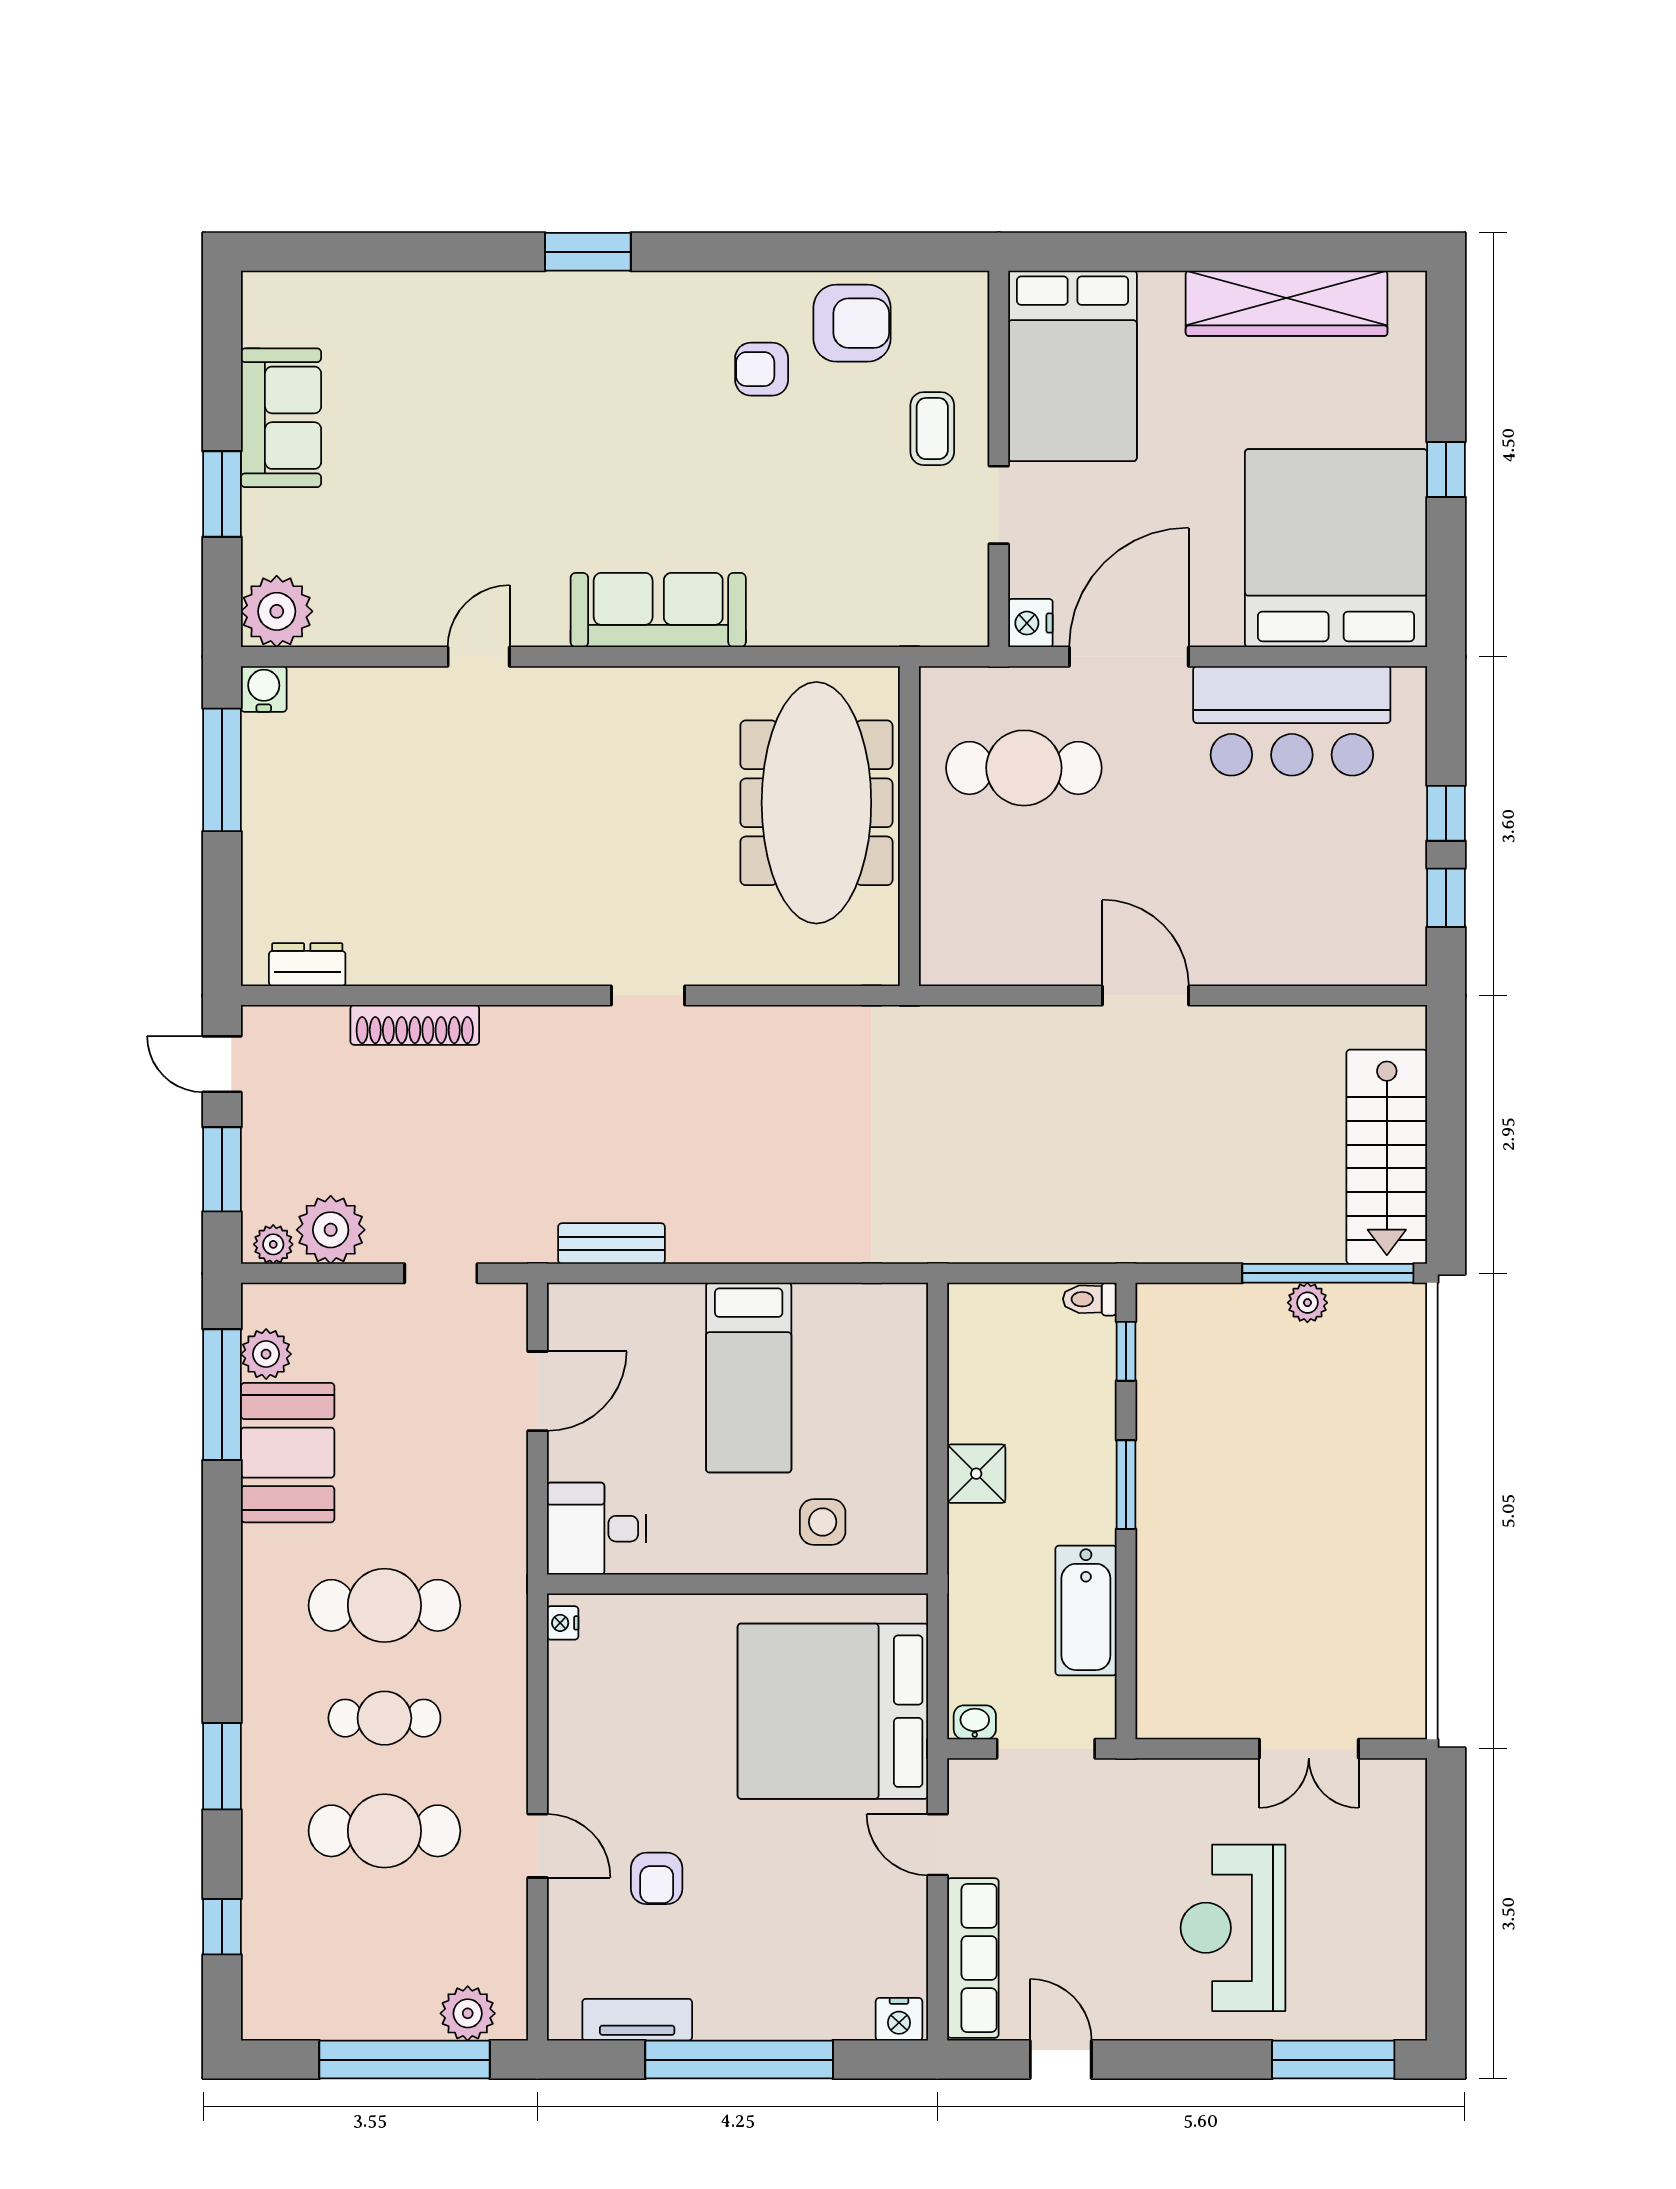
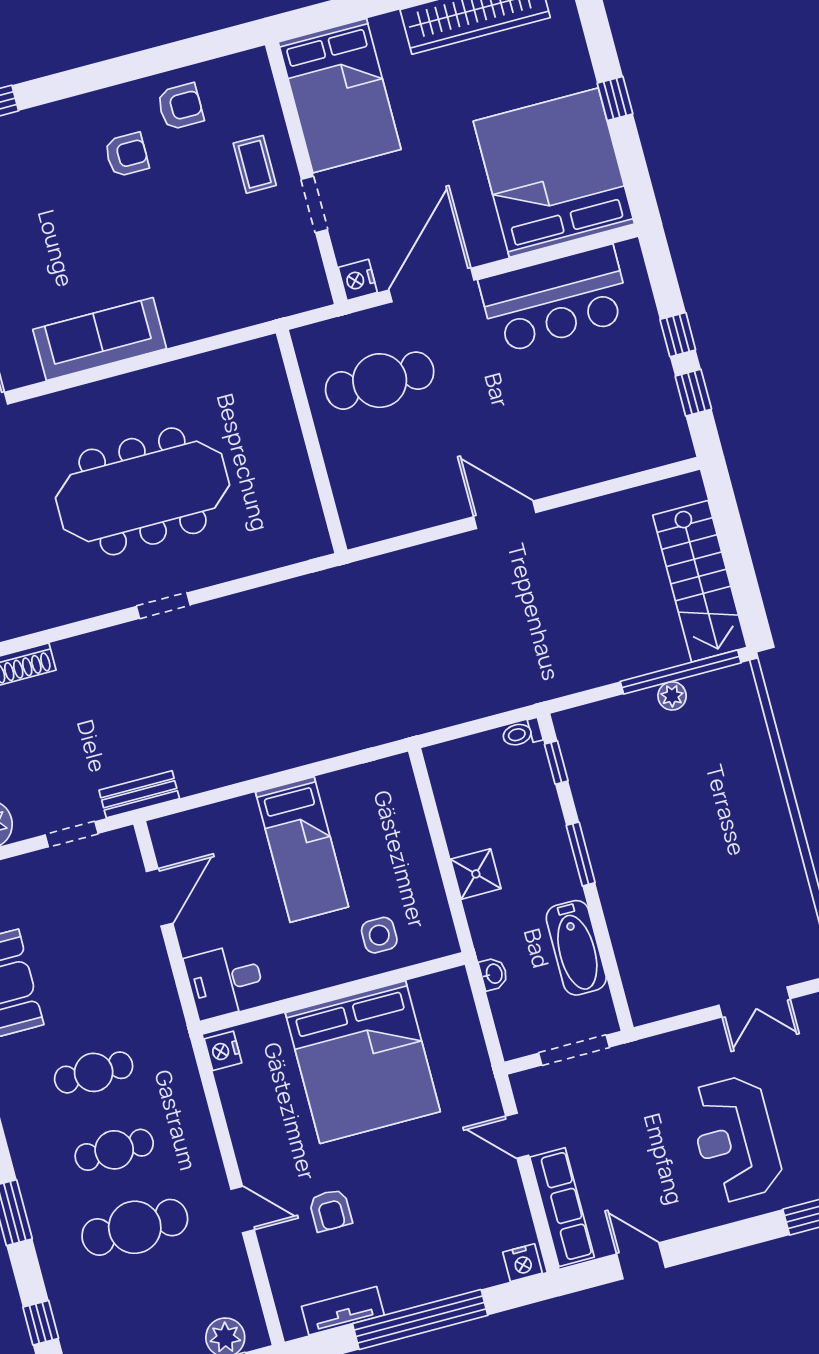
armchair: (852, 323) -> (180, 107), width x0.72, depth x0.72
armchair: (762, 369) -> (127, 155), turned 180
meeting table: (816, 803) -> (143, 491), moved, turned 90
bench: (611, 1244) -> (139, 794), moved
cafe table: (384, 1605) -> (94, 1072), width x0.73, depth x0.74
nightstand: (563, 1623) -> (223, 1051), width x1.39, depth x1.35
bed: (833, 1711) -> (363, 1062), moved, turned -90
washbasin: (975, 1722) -> (494, 974), moved, turned 90

